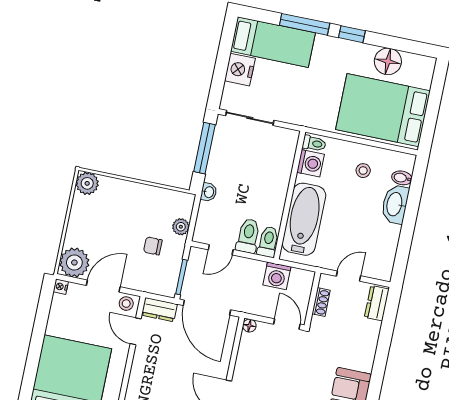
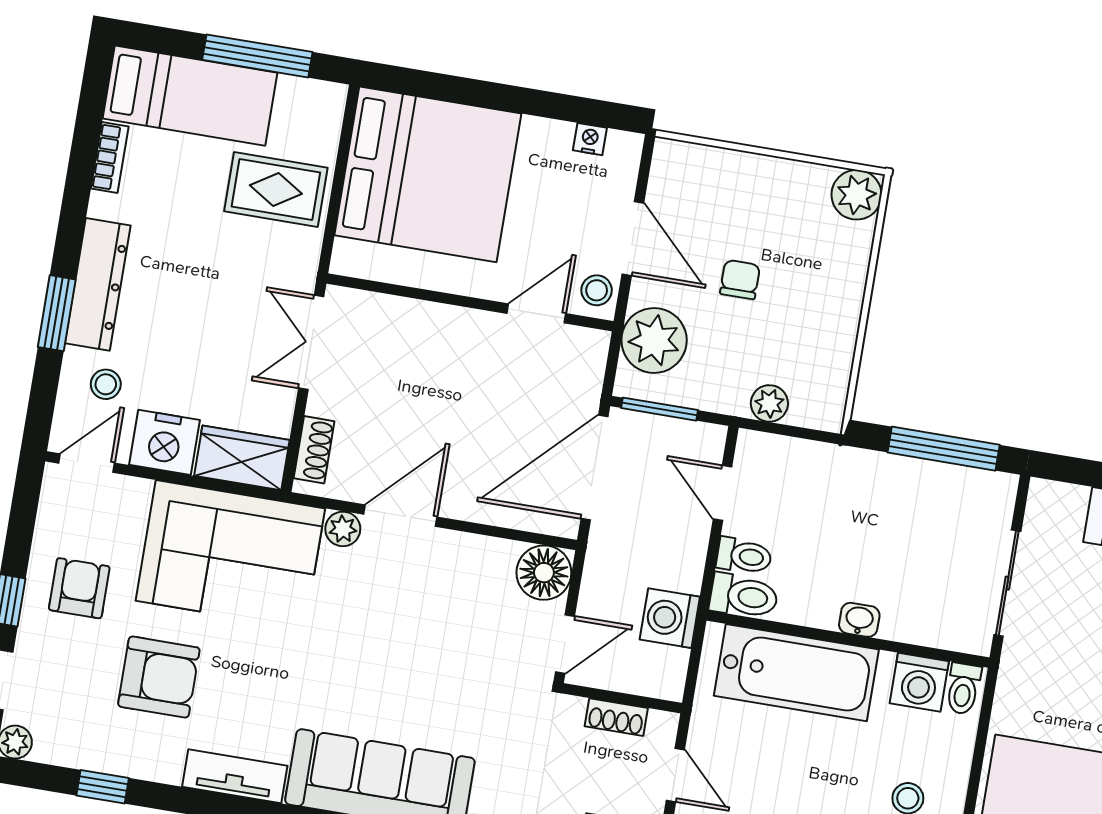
sliding door: (250, 118) -> (1007, 583), moved
washbasin: (209, 192) -> (859, 620), moved, turned 180
toilet: (248, 236) -> (744, 556), width x0.73, depth x0.72
chair: (153, 246) -> (740, 280), moved
plant: (74, 263) -> (654, 340), moved
nightstand: (61, 287) -> (590, 139), moved
dresser: (159, 310) -> (586, 364), removed
floor lamp: (249, 326) -> (544, 573), width x1.89, depth x1.89

